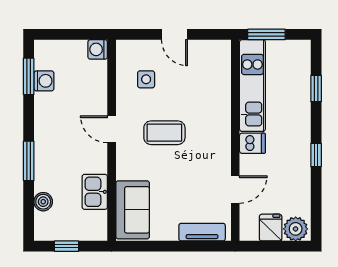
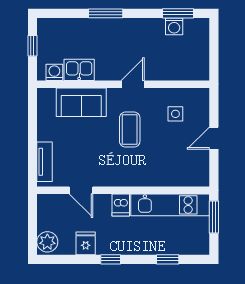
washing machine: (98, 49) -> (54, 72), moved
boiler: (43, 202) -> (71, 26), removed
sofa: (133, 210) -> (81, 102), moved
fridge: (271, 228) -> (86, 243), moved, turned -90

